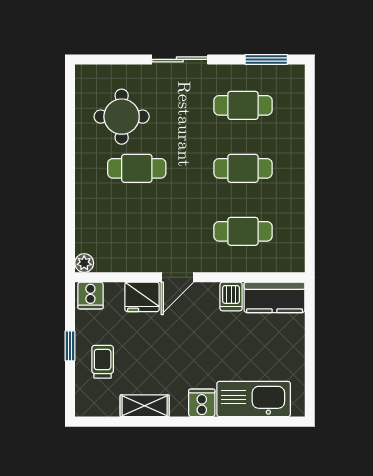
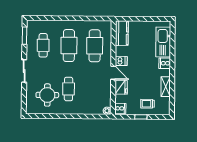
cafe table: (243, 168) -> (69, 46), width x1.37, depth x1.35
cafe table: (243, 231) -> (95, 46), width x1.37, depth x1.35
dishwasher: (231, 296) -> (121, 61), moved

